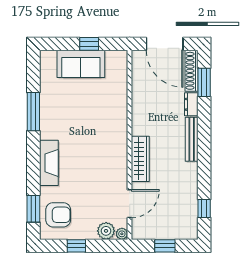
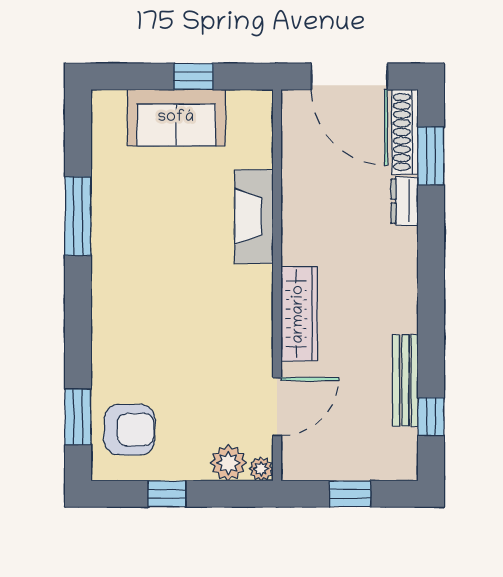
bench: (192, 139) -> (405, 381), moved
fireplace: (49, 163) -> (254, 217), moved, turned 180

